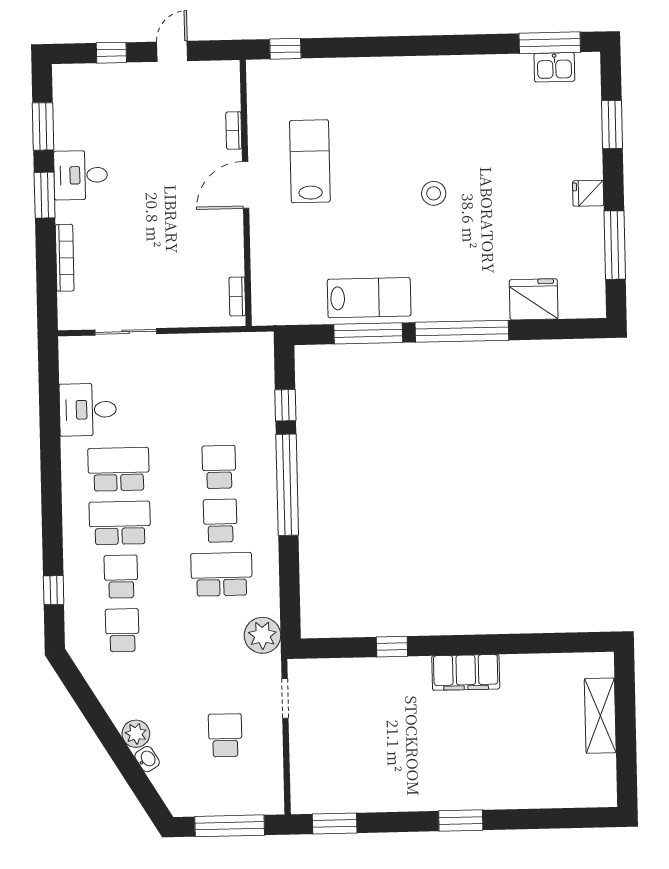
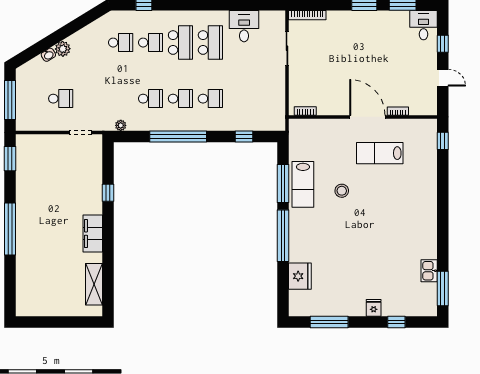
kitchen sink: (554, 67) -> (429, 271), moved
window: (612, 125) -> (396, 322), width x0.67
lab bench: (310, 161) -> (380, 153), turned 180
desk: (81, 175) -> (423, 25), moved
door: (246, 185) -> (367, 117), width x1.36
stool: (434, 193) -> (342, 191), moved
fridge: (588, 193) -> (374, 308), moved
bookcase: (65, 258) -> (307, 15), moved
window: (287, 485) -> (178, 136), moved
school desk: (221, 574) -> (151, 99), width x0.54
plant: (262, 635) -> (121, 125), width x0.53, depth x0.53
shelving: (600, 716) -> (94, 284), moved, turned 90
window: (461, 821) -> (10, 229), width x2.11

